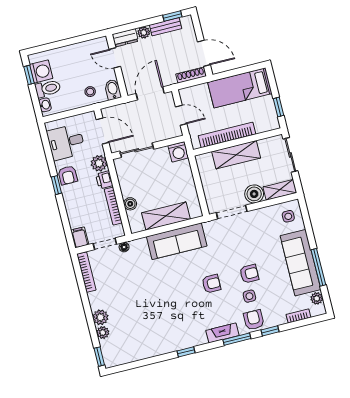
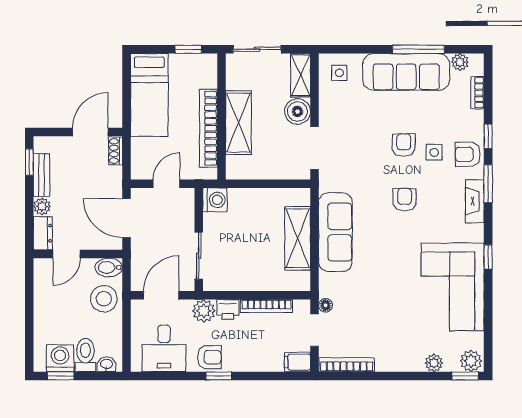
shoe rack: (191, 75) -> (115, 151), width x0.70
stool: (90, 92) -> (104, 299), width x1.89, depth x1.89
boiler: (130, 204) -> (269, 282), removed
plant: (100, 317) -> (471, 361), moved
corner sofa: (159, 332) -> (453, 287), added

